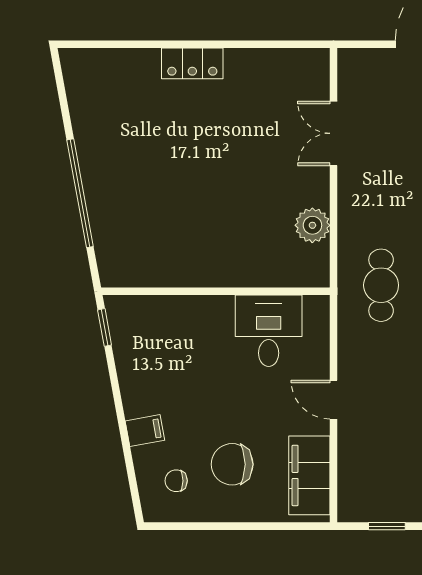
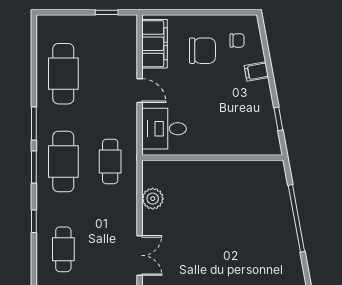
window: (105, 327) -> (278, 119), moved
desk: (269, 331) -> (164, 129), moved, turned 90

